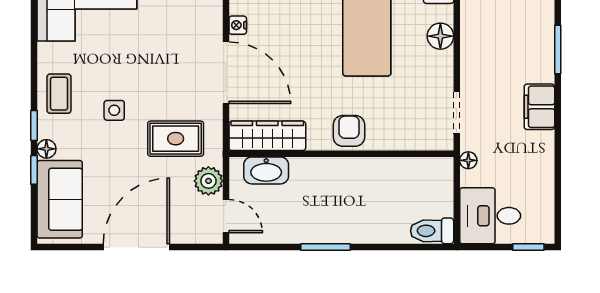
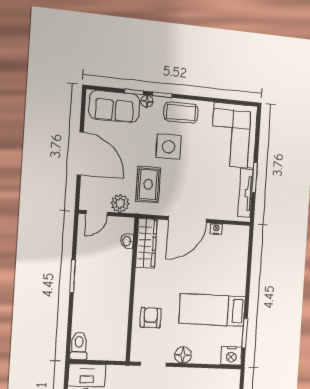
floor lamp: (440, 36) -> (183, 355), moved
coffee table: (59, 94) -> (181, 113), width x1.36, depth x1.30
side table: (114, 110) -> (168, 147), width x1.87, depth x1.87
armchair: (349, 131) -> (151, 318), moved, turned -90
floor lamp: (468, 160) -> (123, 371), removed
washbasin: (266, 170) -> (127, 241), width x0.52, depth x0.69

